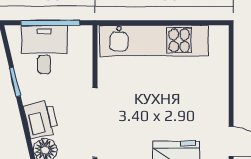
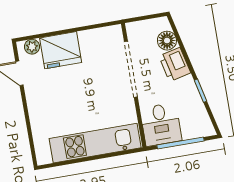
desk: (44, 49) -> (161, 124), moved

